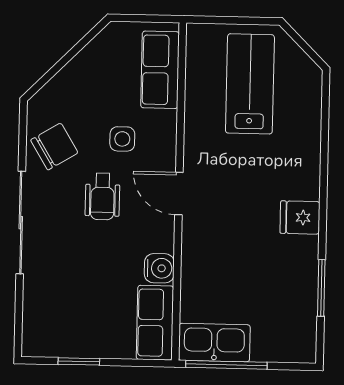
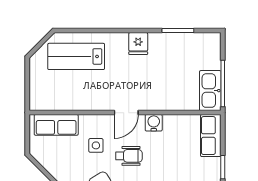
lab bench: (250, 84) -> (76, 56), moved
water cooler: (159, 268) -> (154, 123), moved
row of seats: (155, 323) -> (211, 136), moved, turned 90

